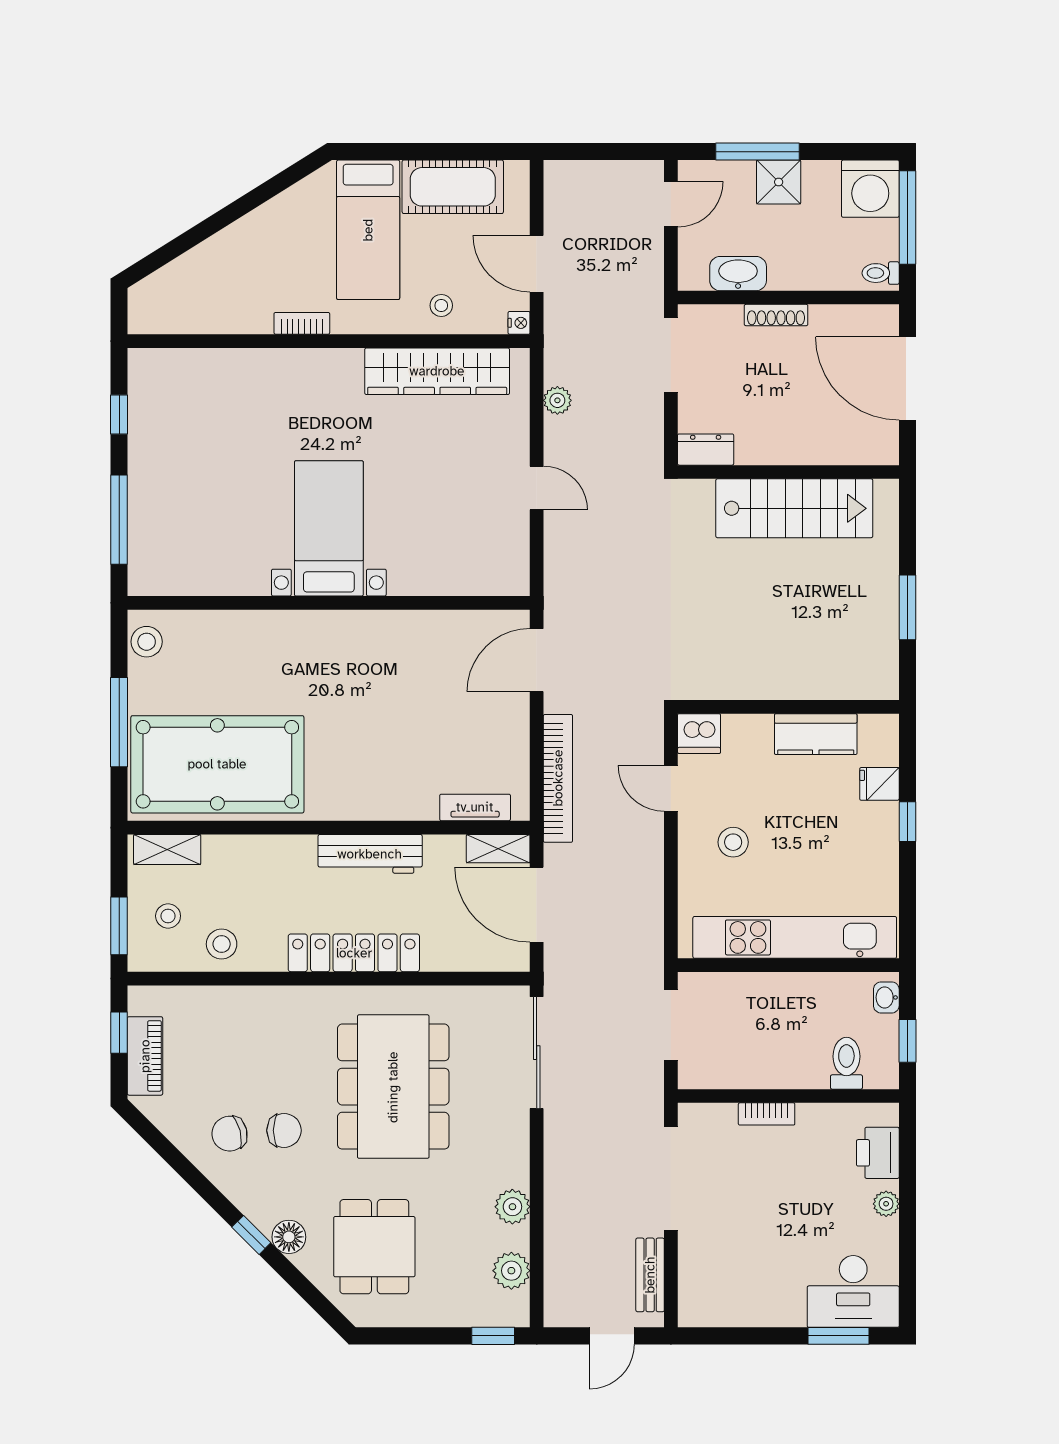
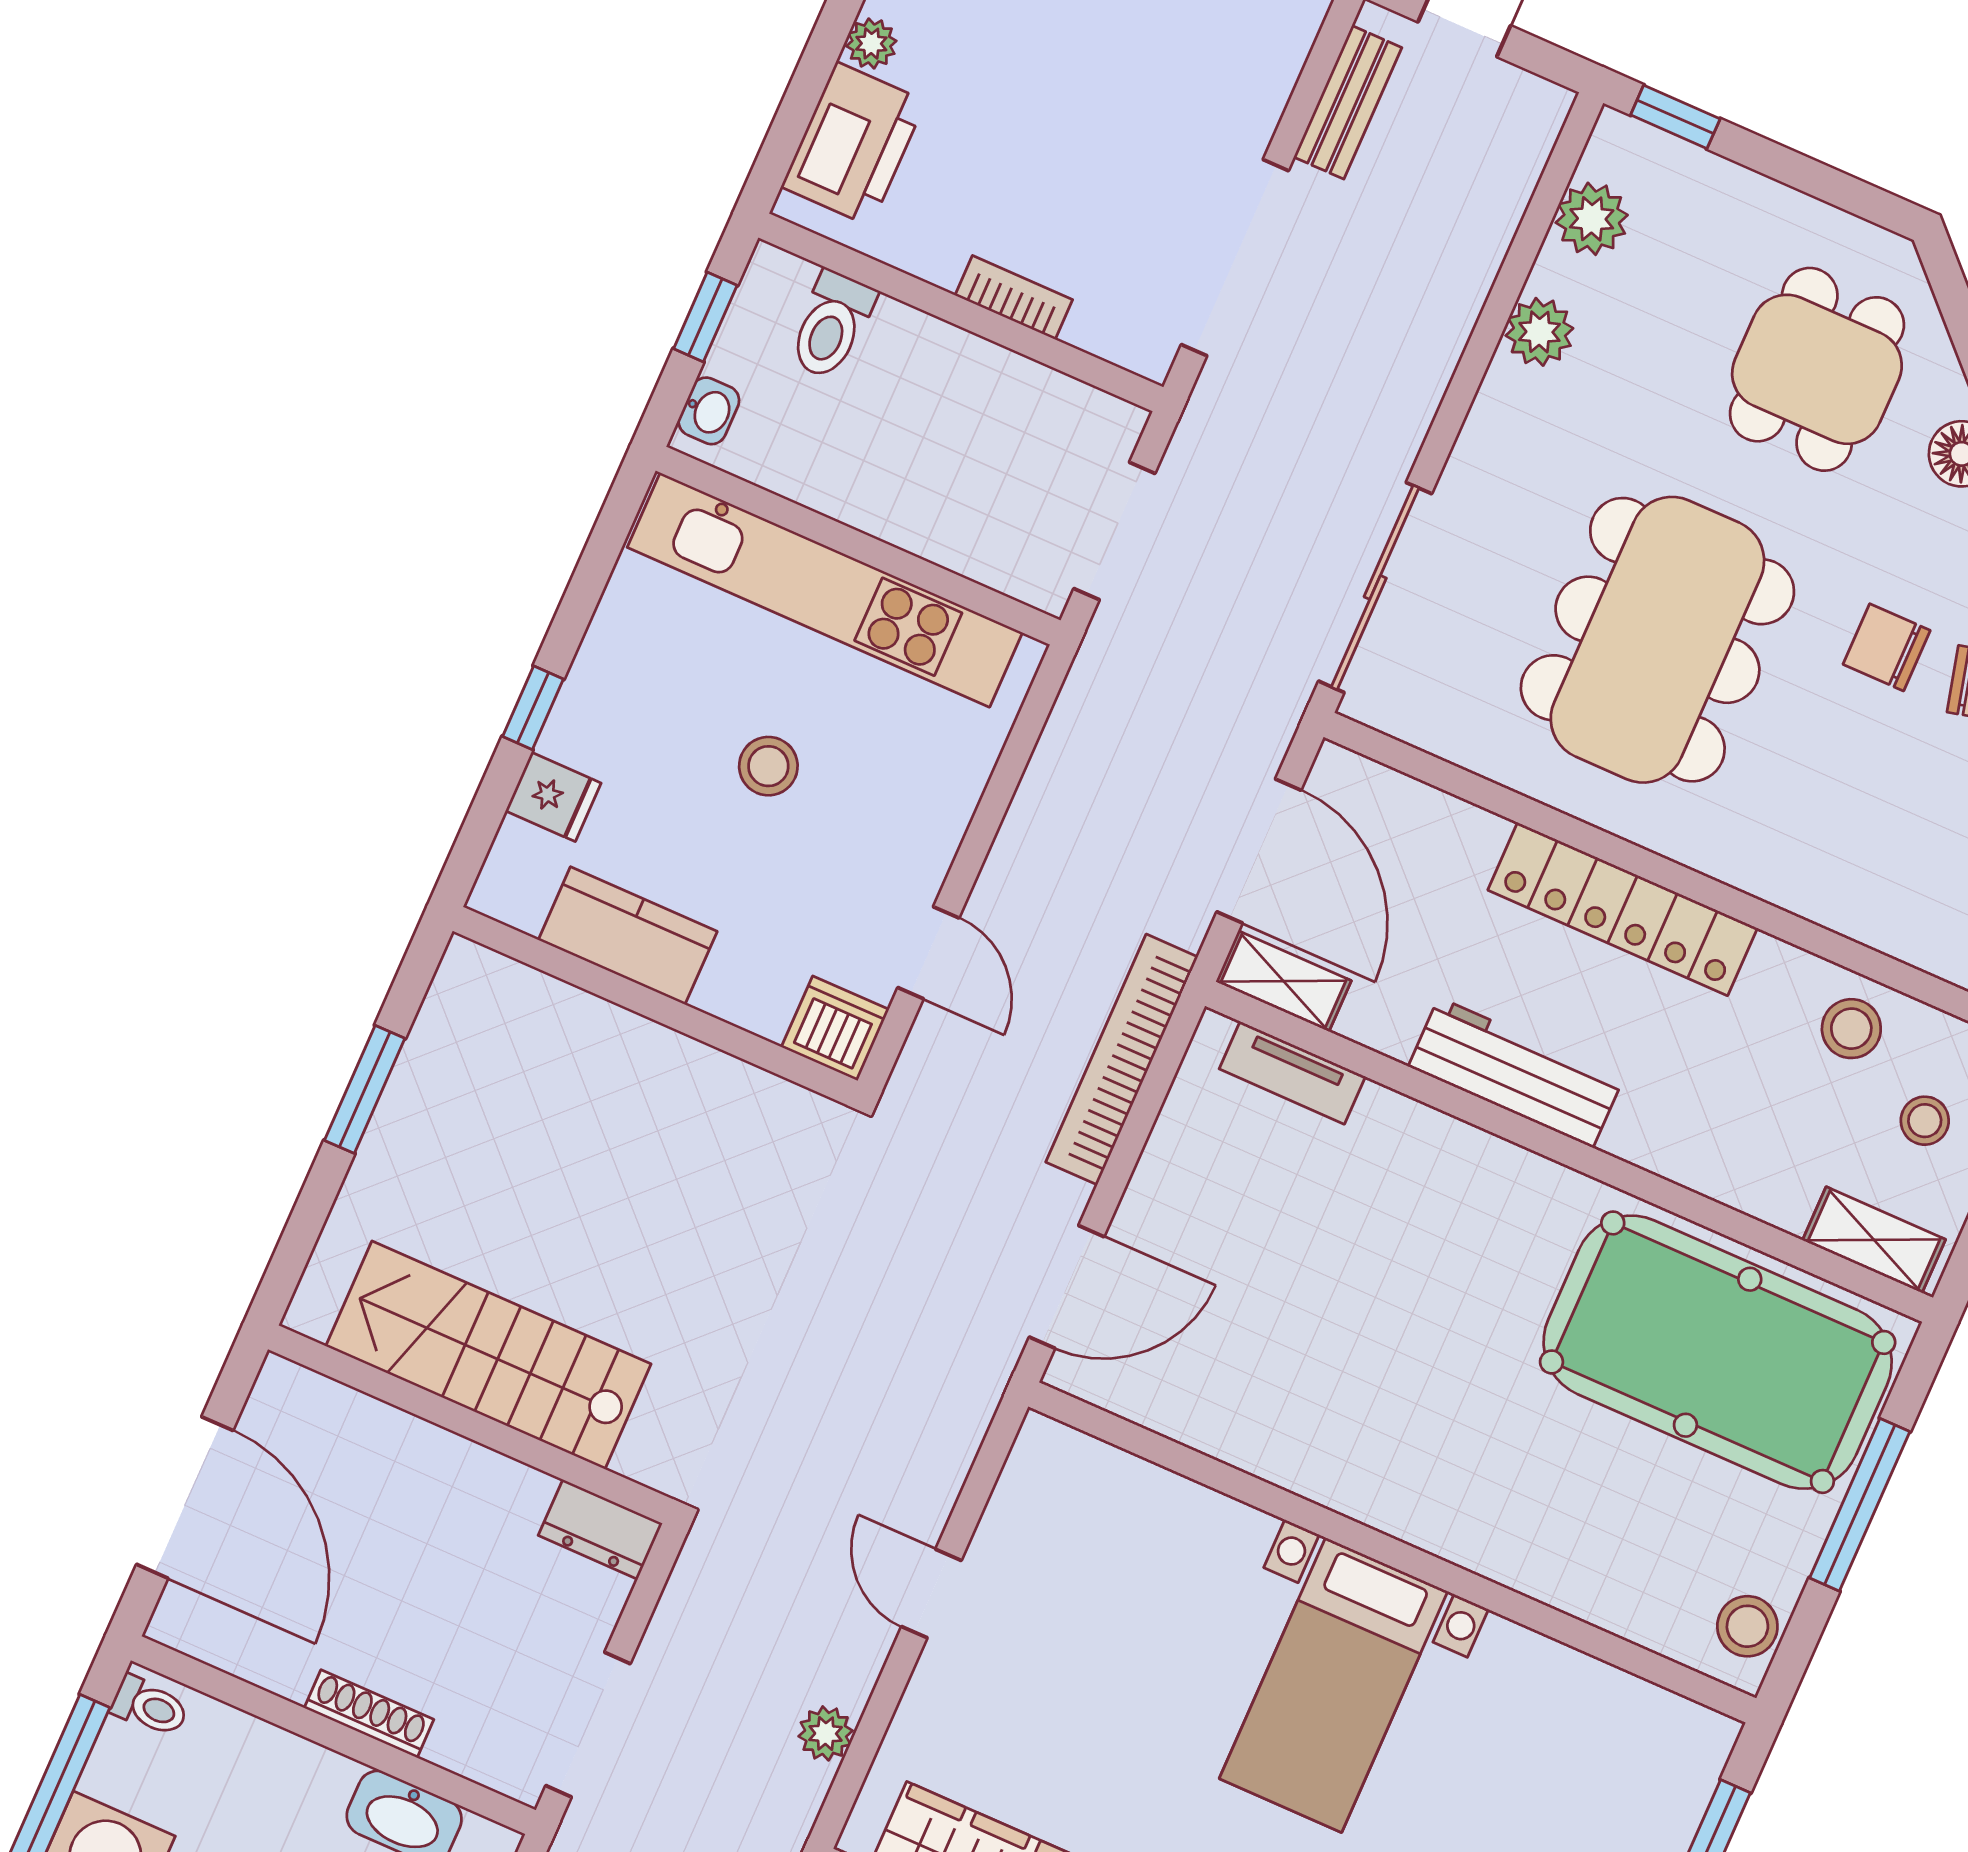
stool: (733, 842) -> (768, 766), moved
printer: (878, 1153) -> (853, 144), width x1.37, depth x1.19

